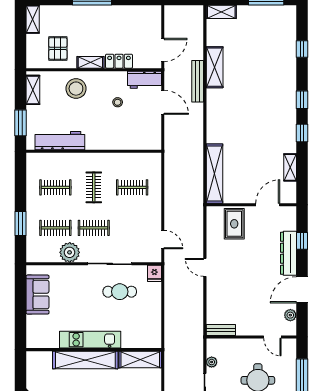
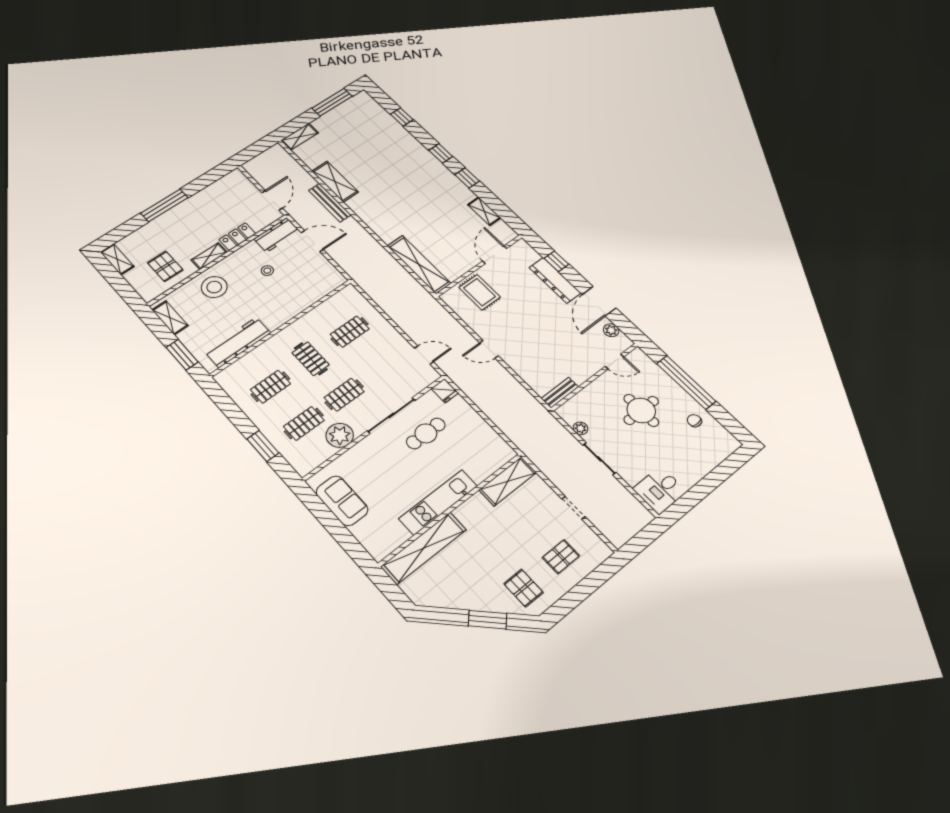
shelving: (85, 360) -> (424, 548), moved

